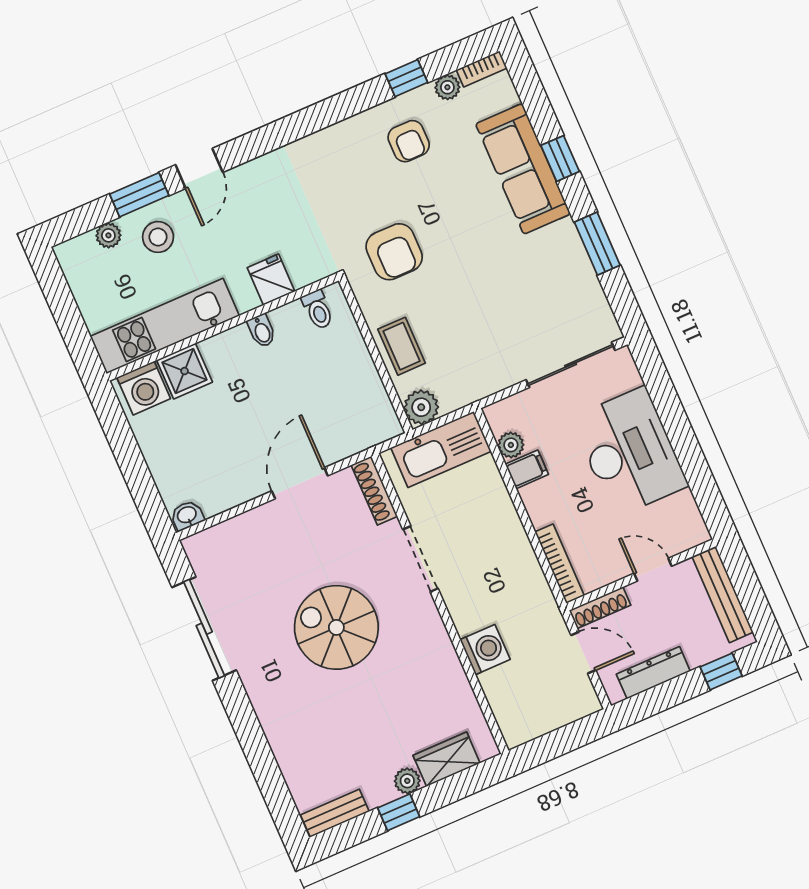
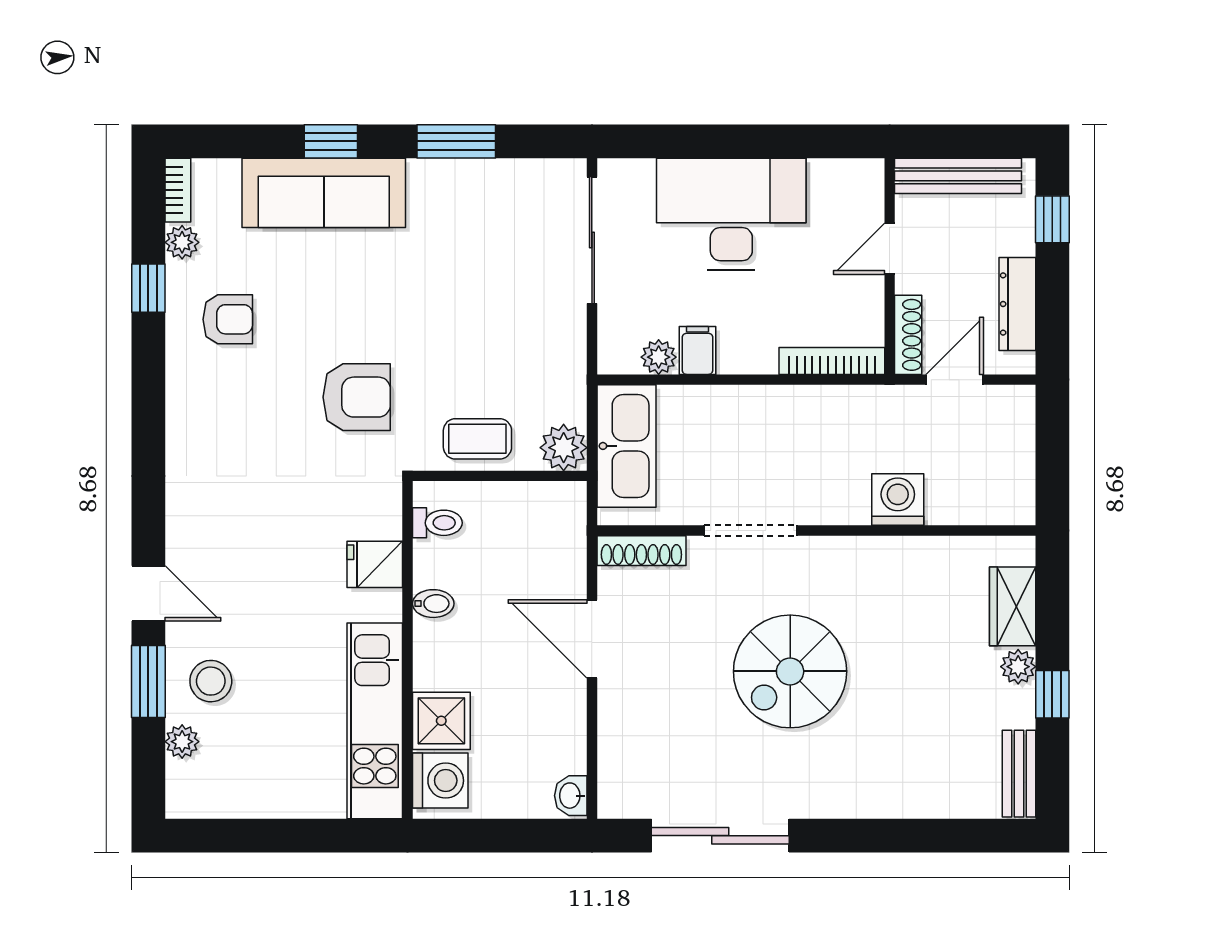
fridge: (271, 280) -> (375, 564), moved
toilet: (318, 310) -> (437, 523), moved
kitchen unit: (165, 326) -> (375, 721), moved
wall: (223, 327) -> (407, 650), moved
bidet: (262, 331) -> (433, 604), moved
shower: (185, 371) -> (441, 721), moved
washing machine: (144, 388) -> (440, 781), moved

